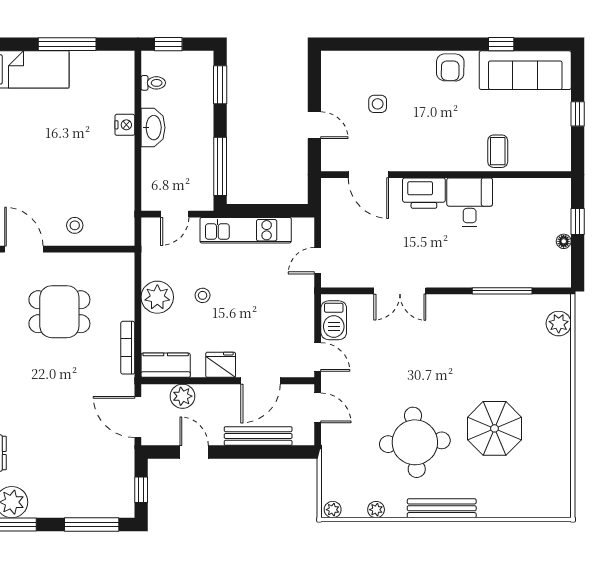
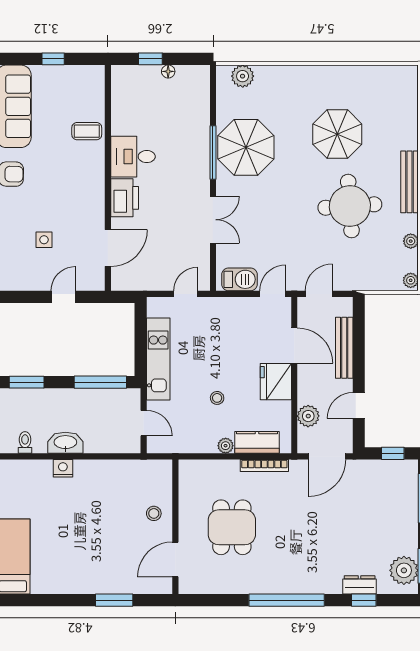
door: (318, 261) -> (186, 294), swing flipped
window: (502, 291) -> (213, 153), moved
plant: (157, 297) -> (226, 446), width x0.53, depth x0.53
parasol: (480, 327) -> (246, 147), added
kitchen counter: (166, 365) -> (257, 442), moved, turned 90
fridge: (221, 365) -> (276, 382), width x1.36, depth x1.34

